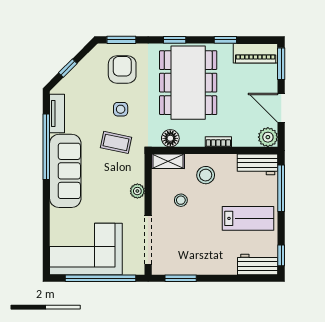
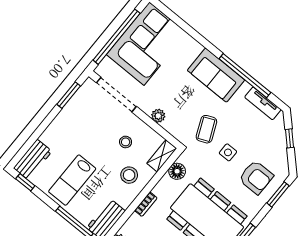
coffee table: (116, 142) -> (206, 129), turned -36
sofa: (65, 171) -> (216, 75), width x0.73

